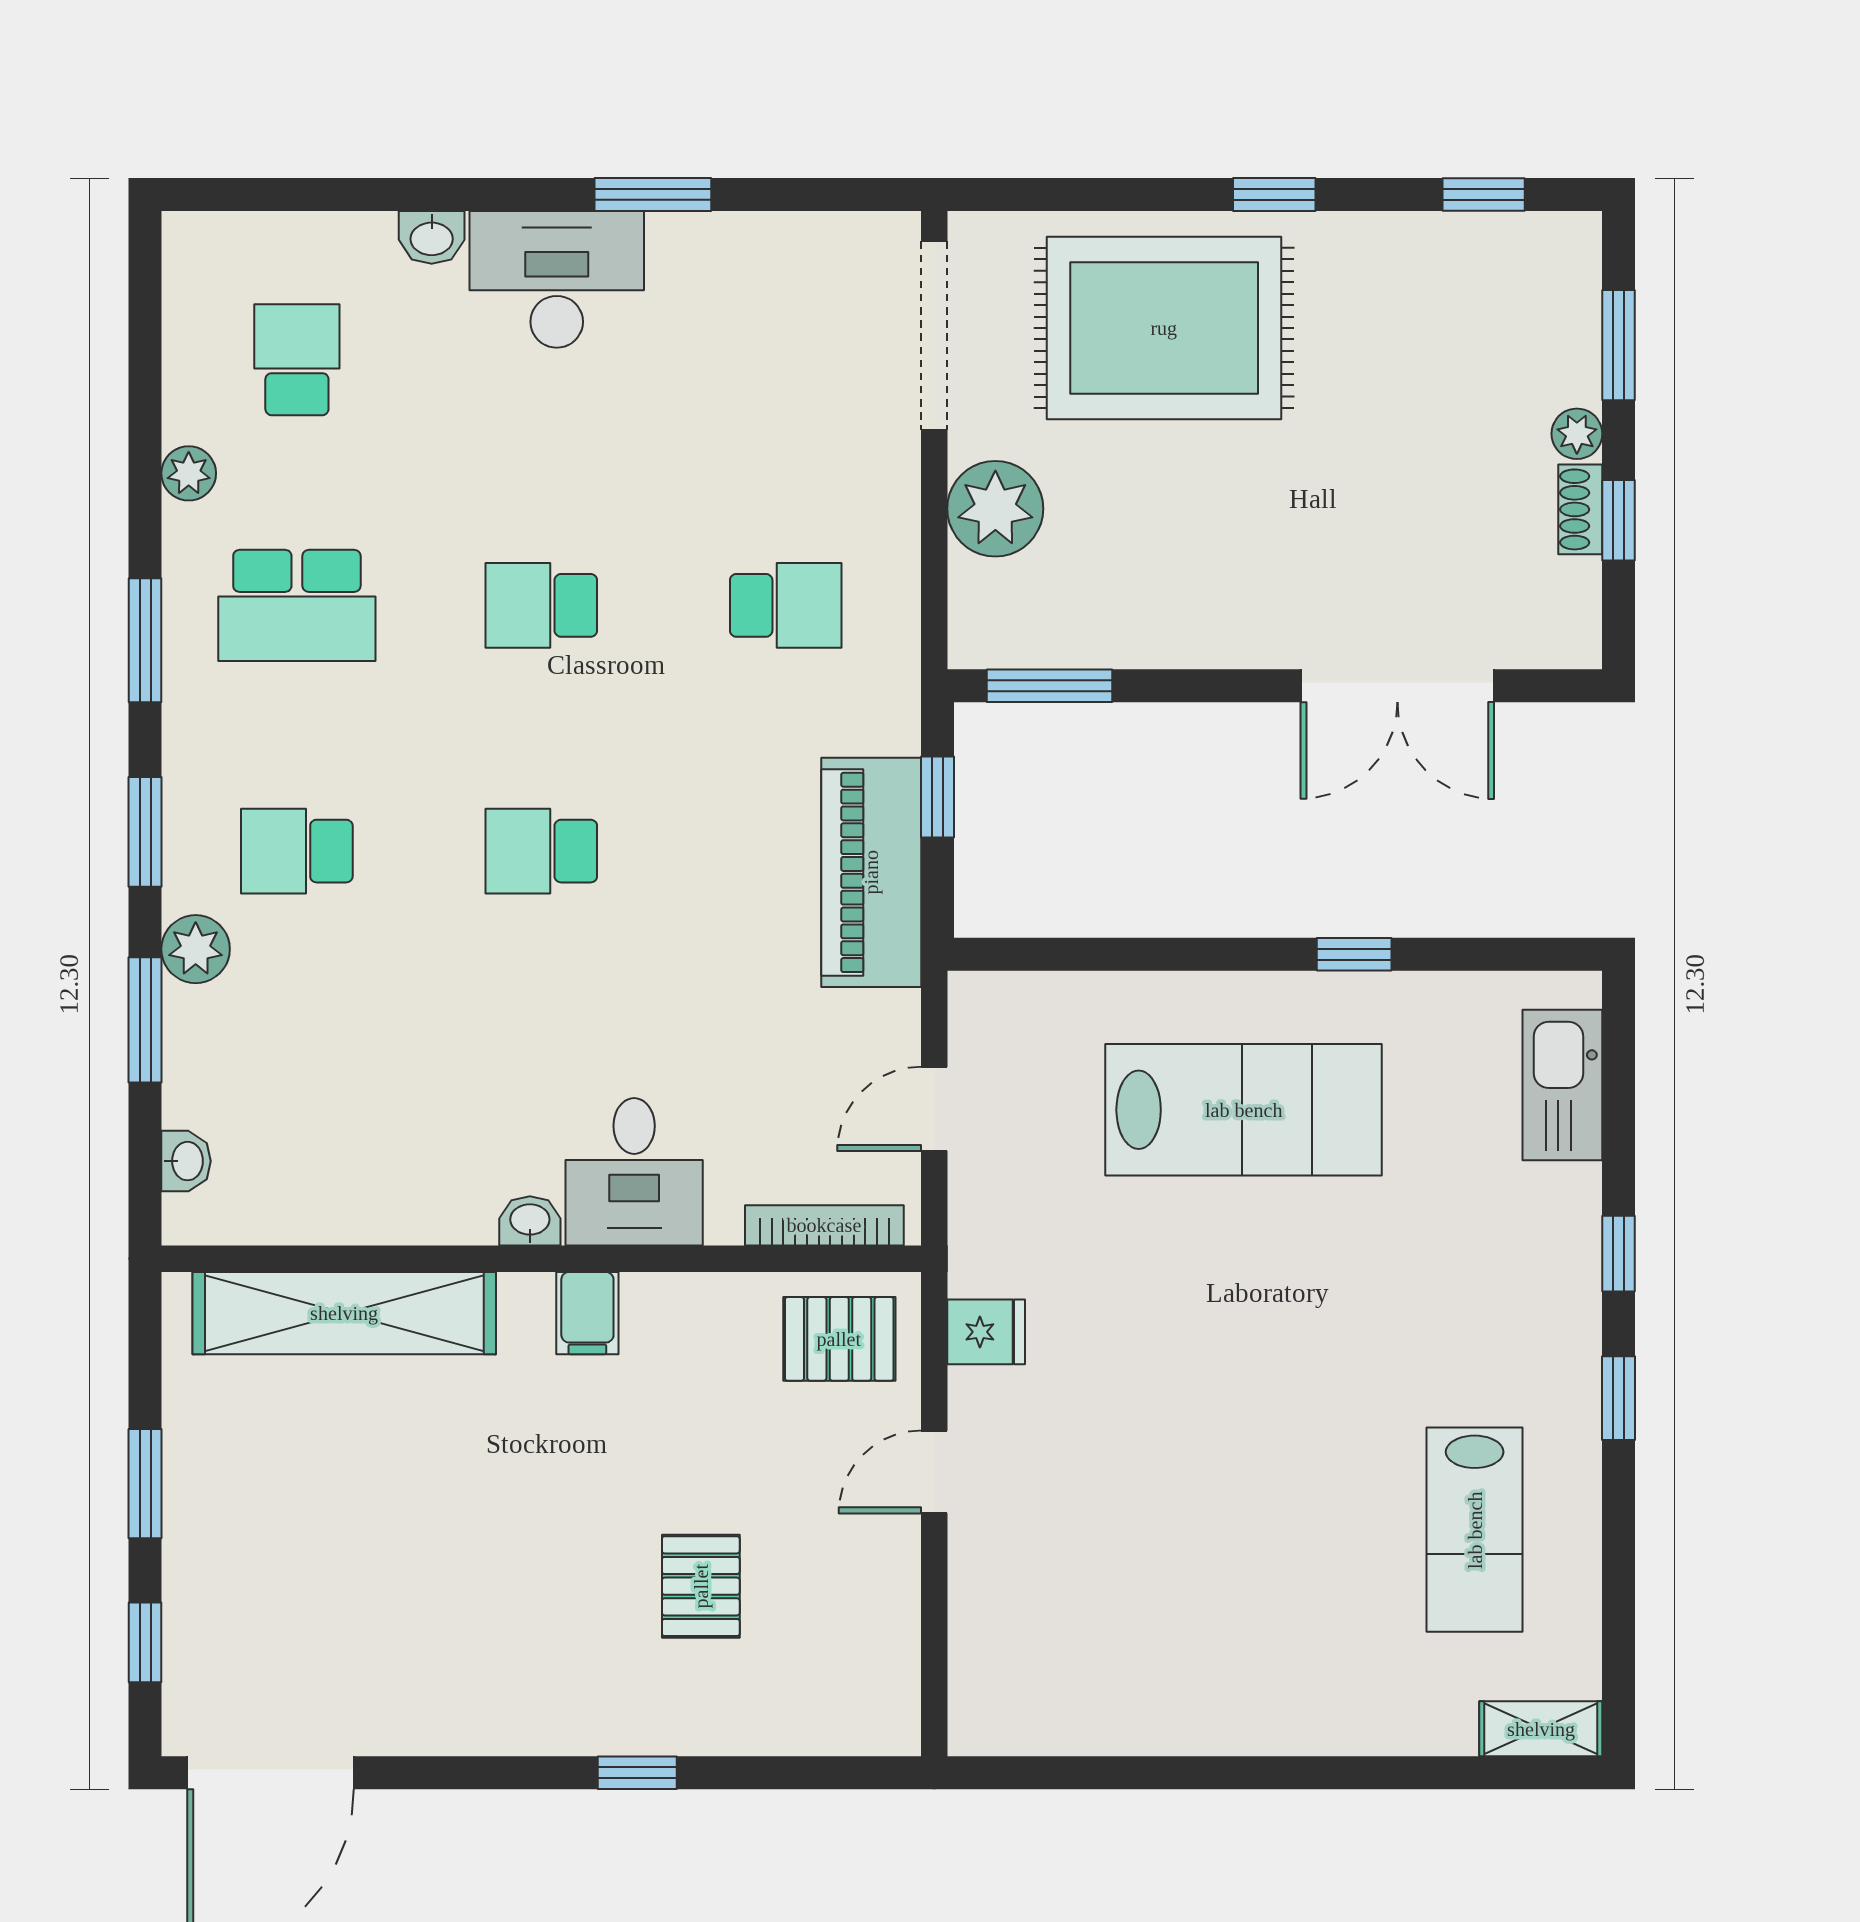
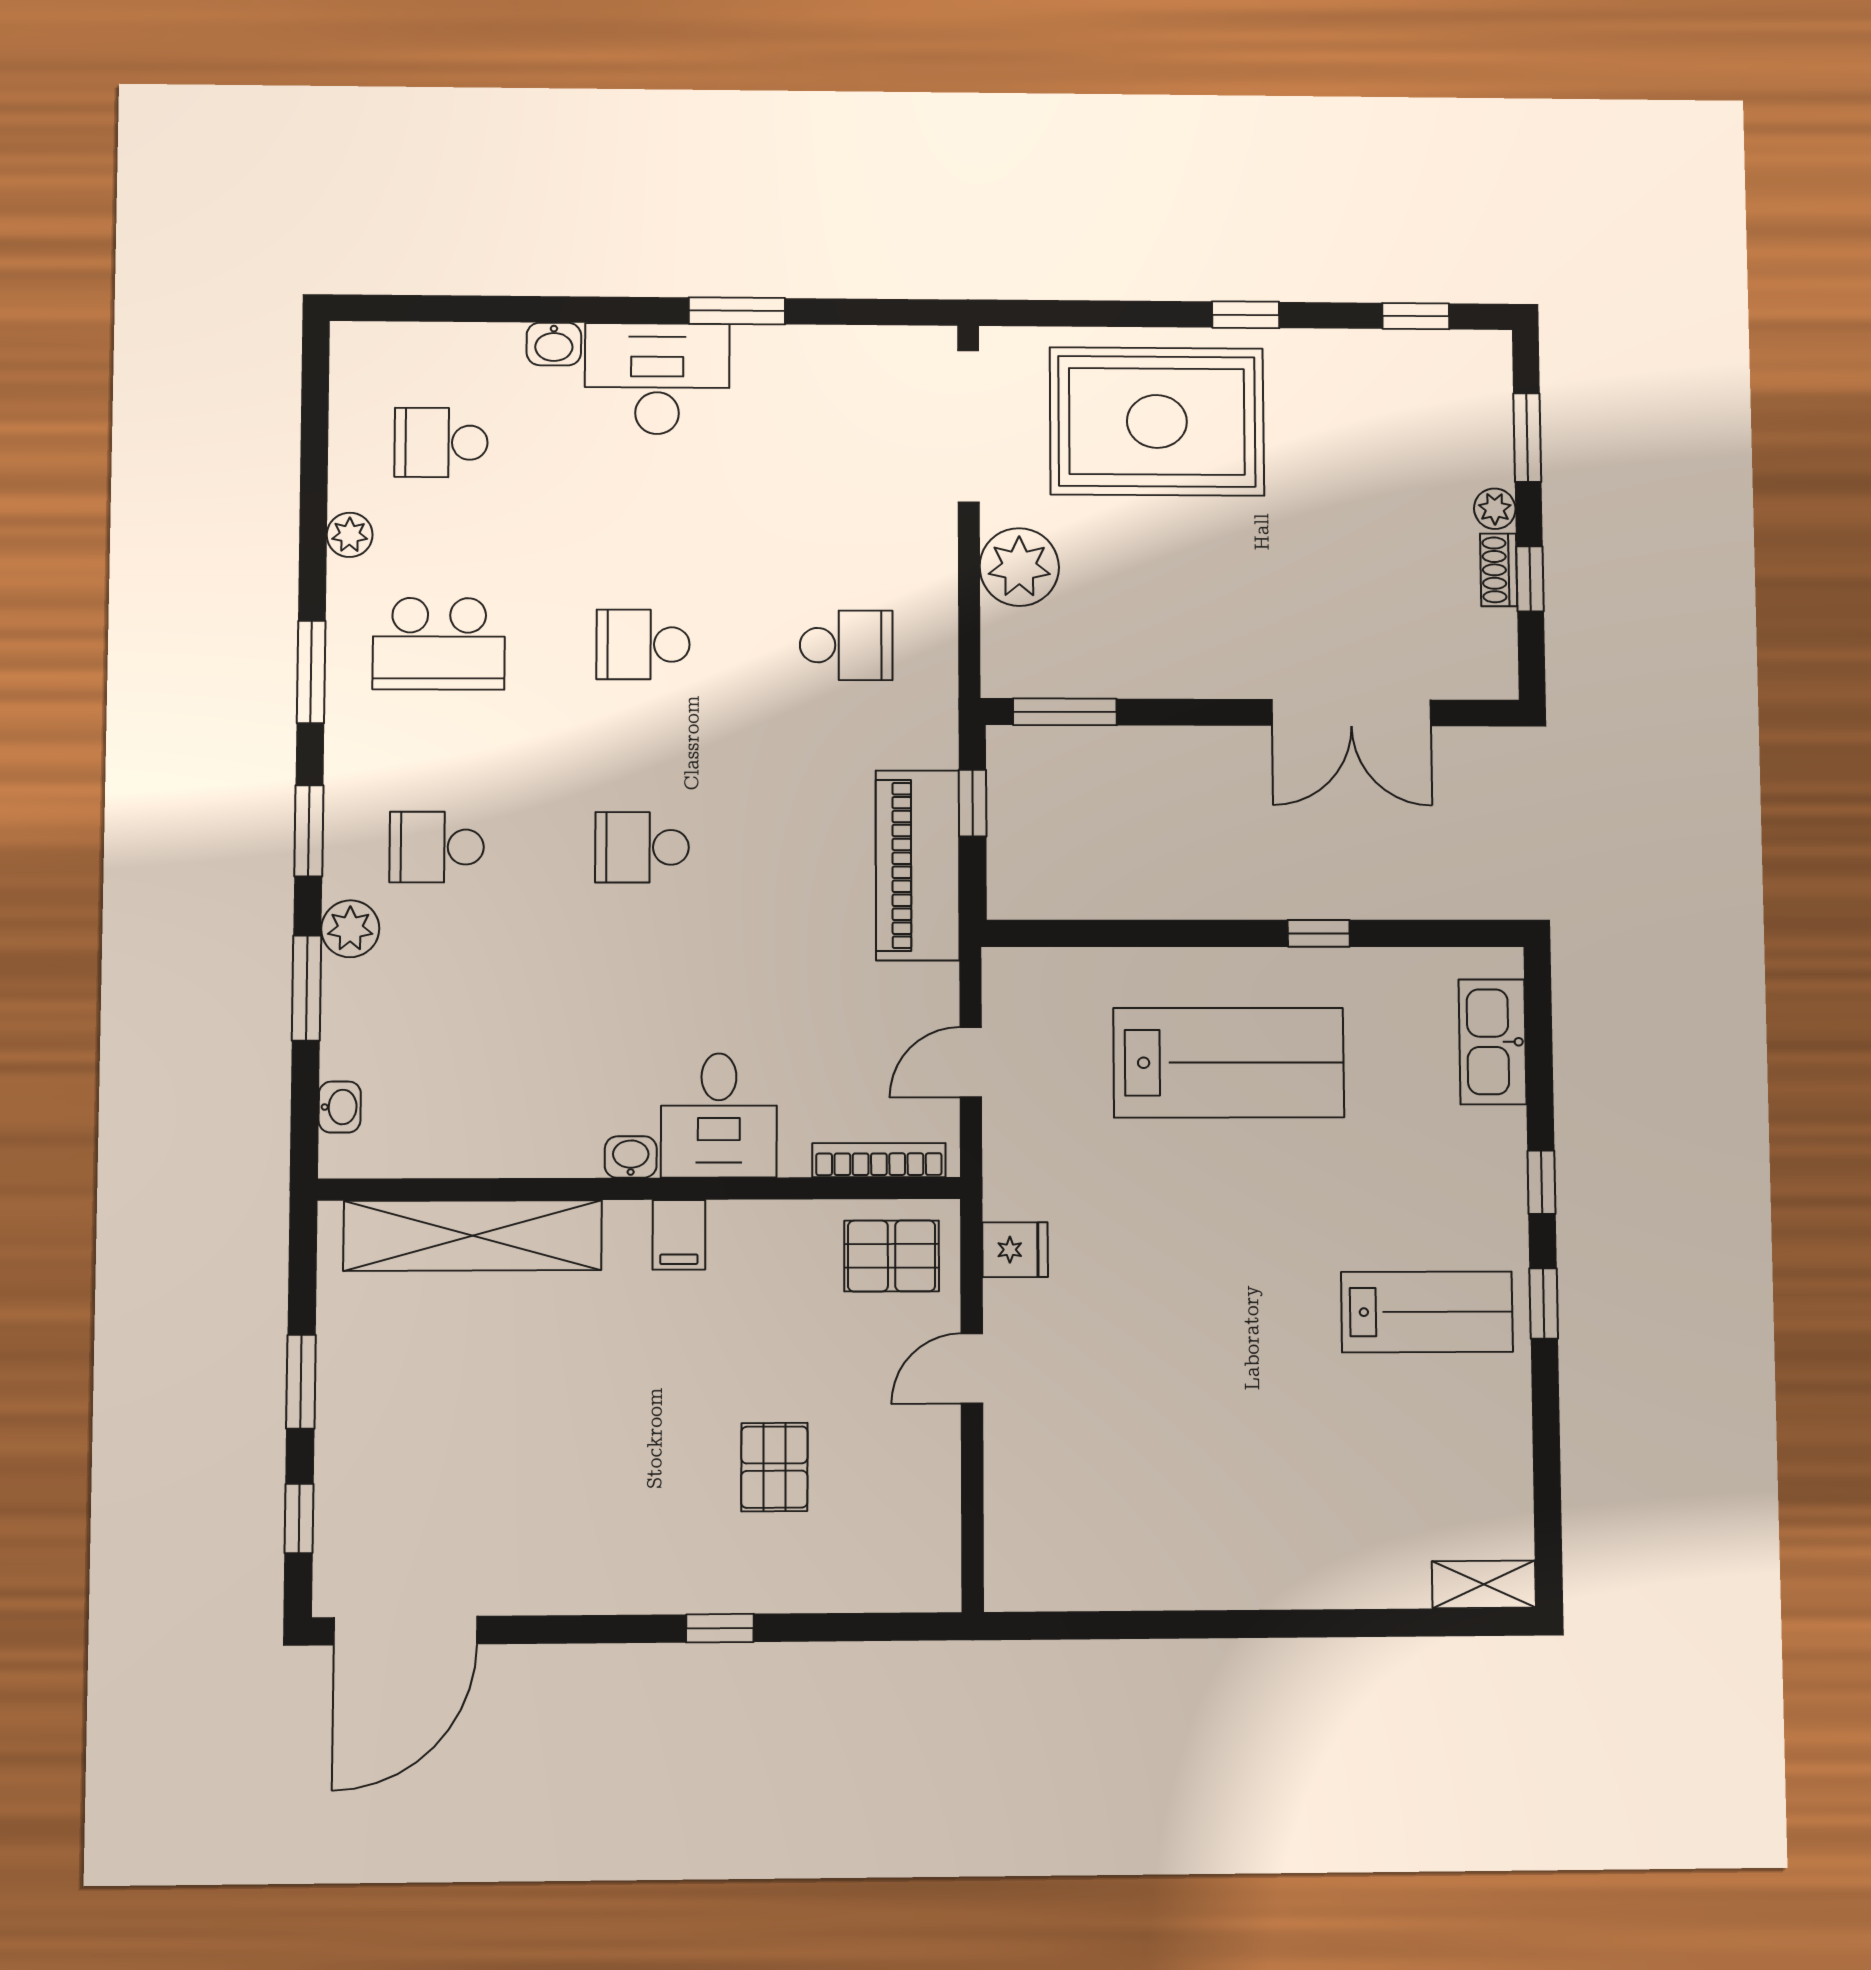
school desk: (297, 360) -> (441, 443), turned -90
lab bench: (1475, 1530) -> (1427, 1312), moved, turned -90

